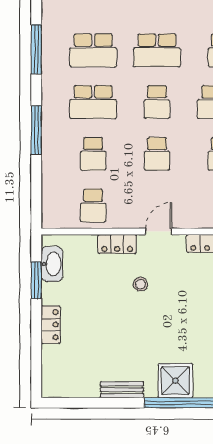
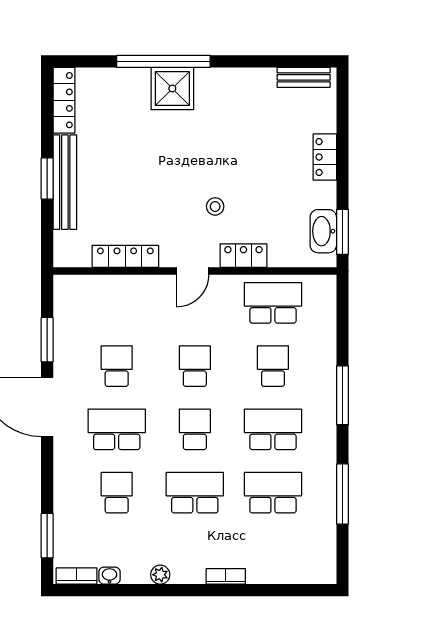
school desk: (93, 205) -> (273, 303), width x1.85
window: (36, 280) -> (343, 232), moved
bench: (122, 390) -> (304, 77), moved

